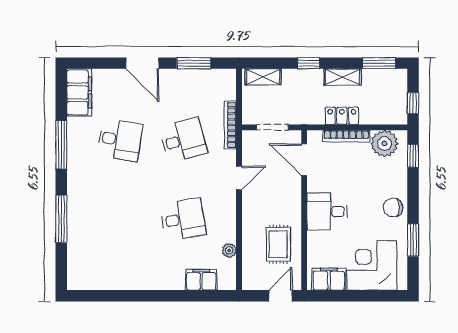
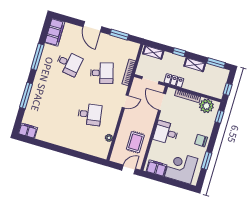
locker: (342, 116) -> (174, 81), moved
filing cabinet: (201, 280) -> (28, 131), moved

